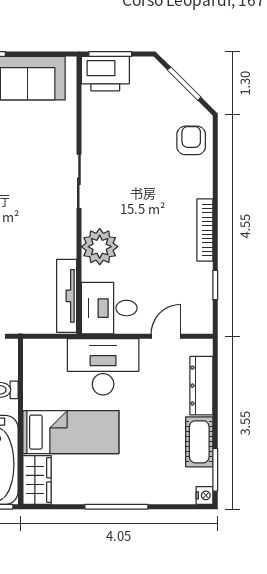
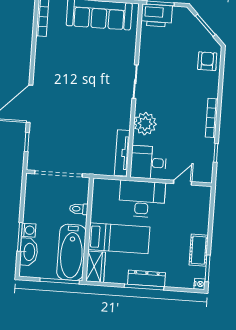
dresser: (201, 386) -> (146, 278), moved, turned 90

